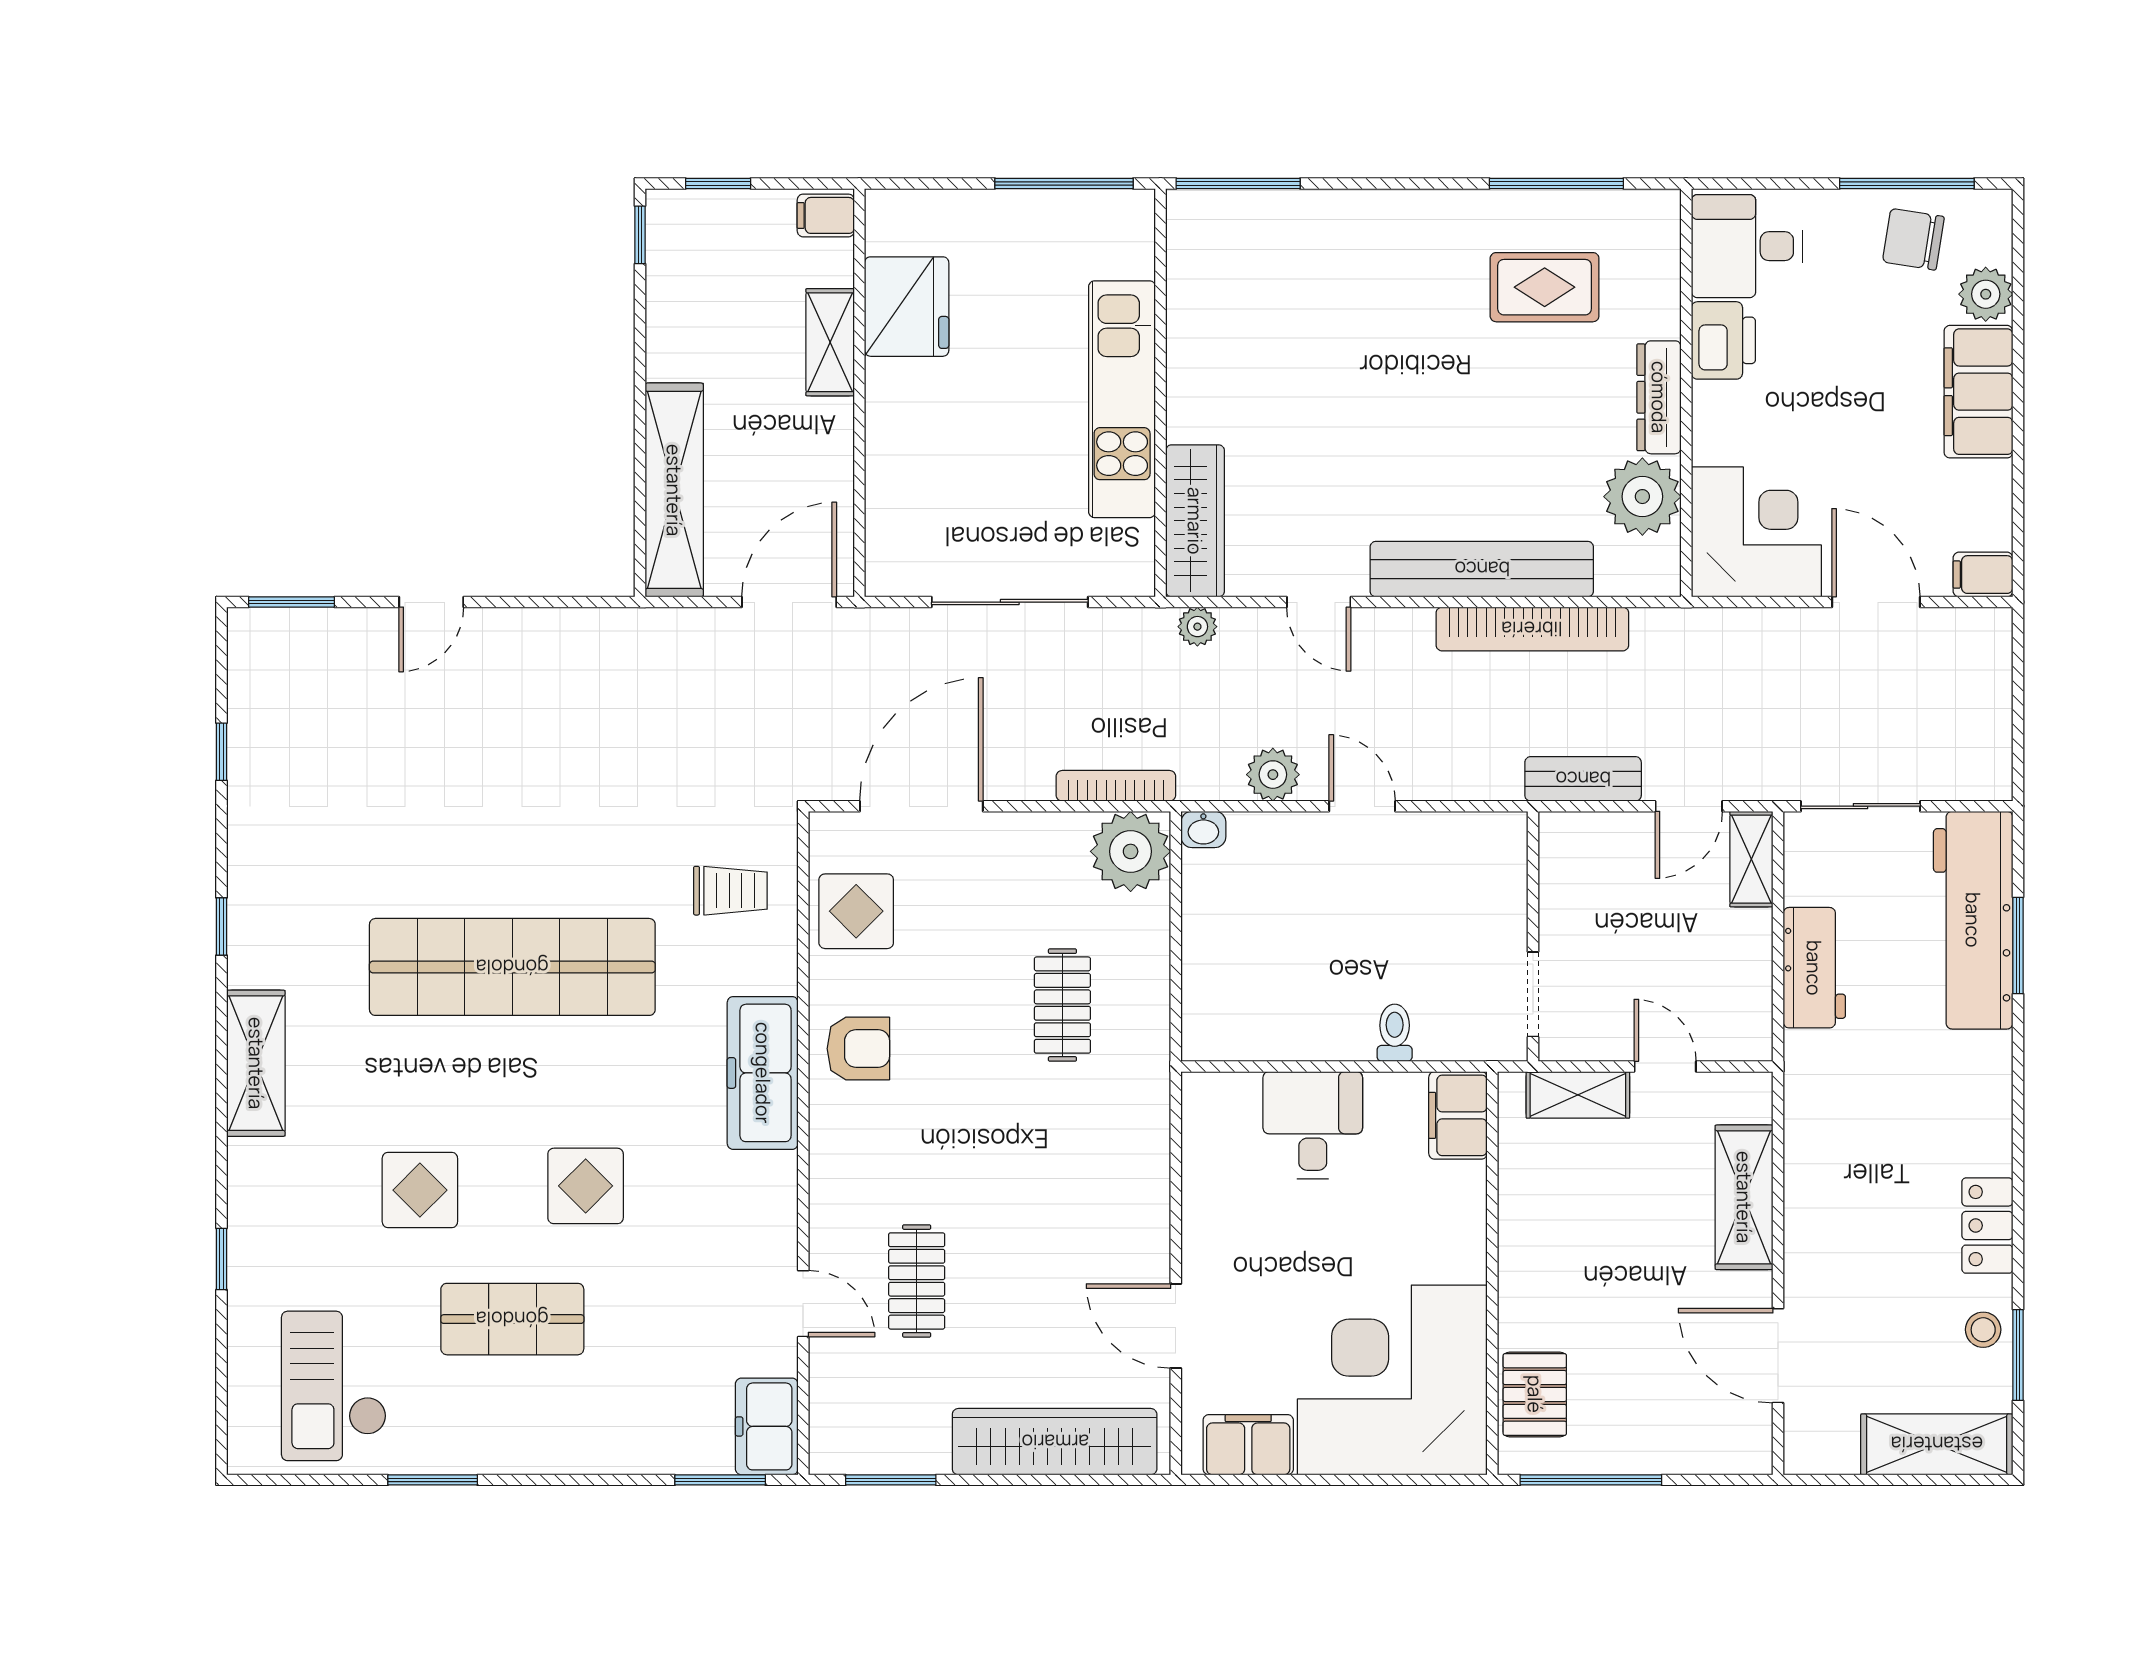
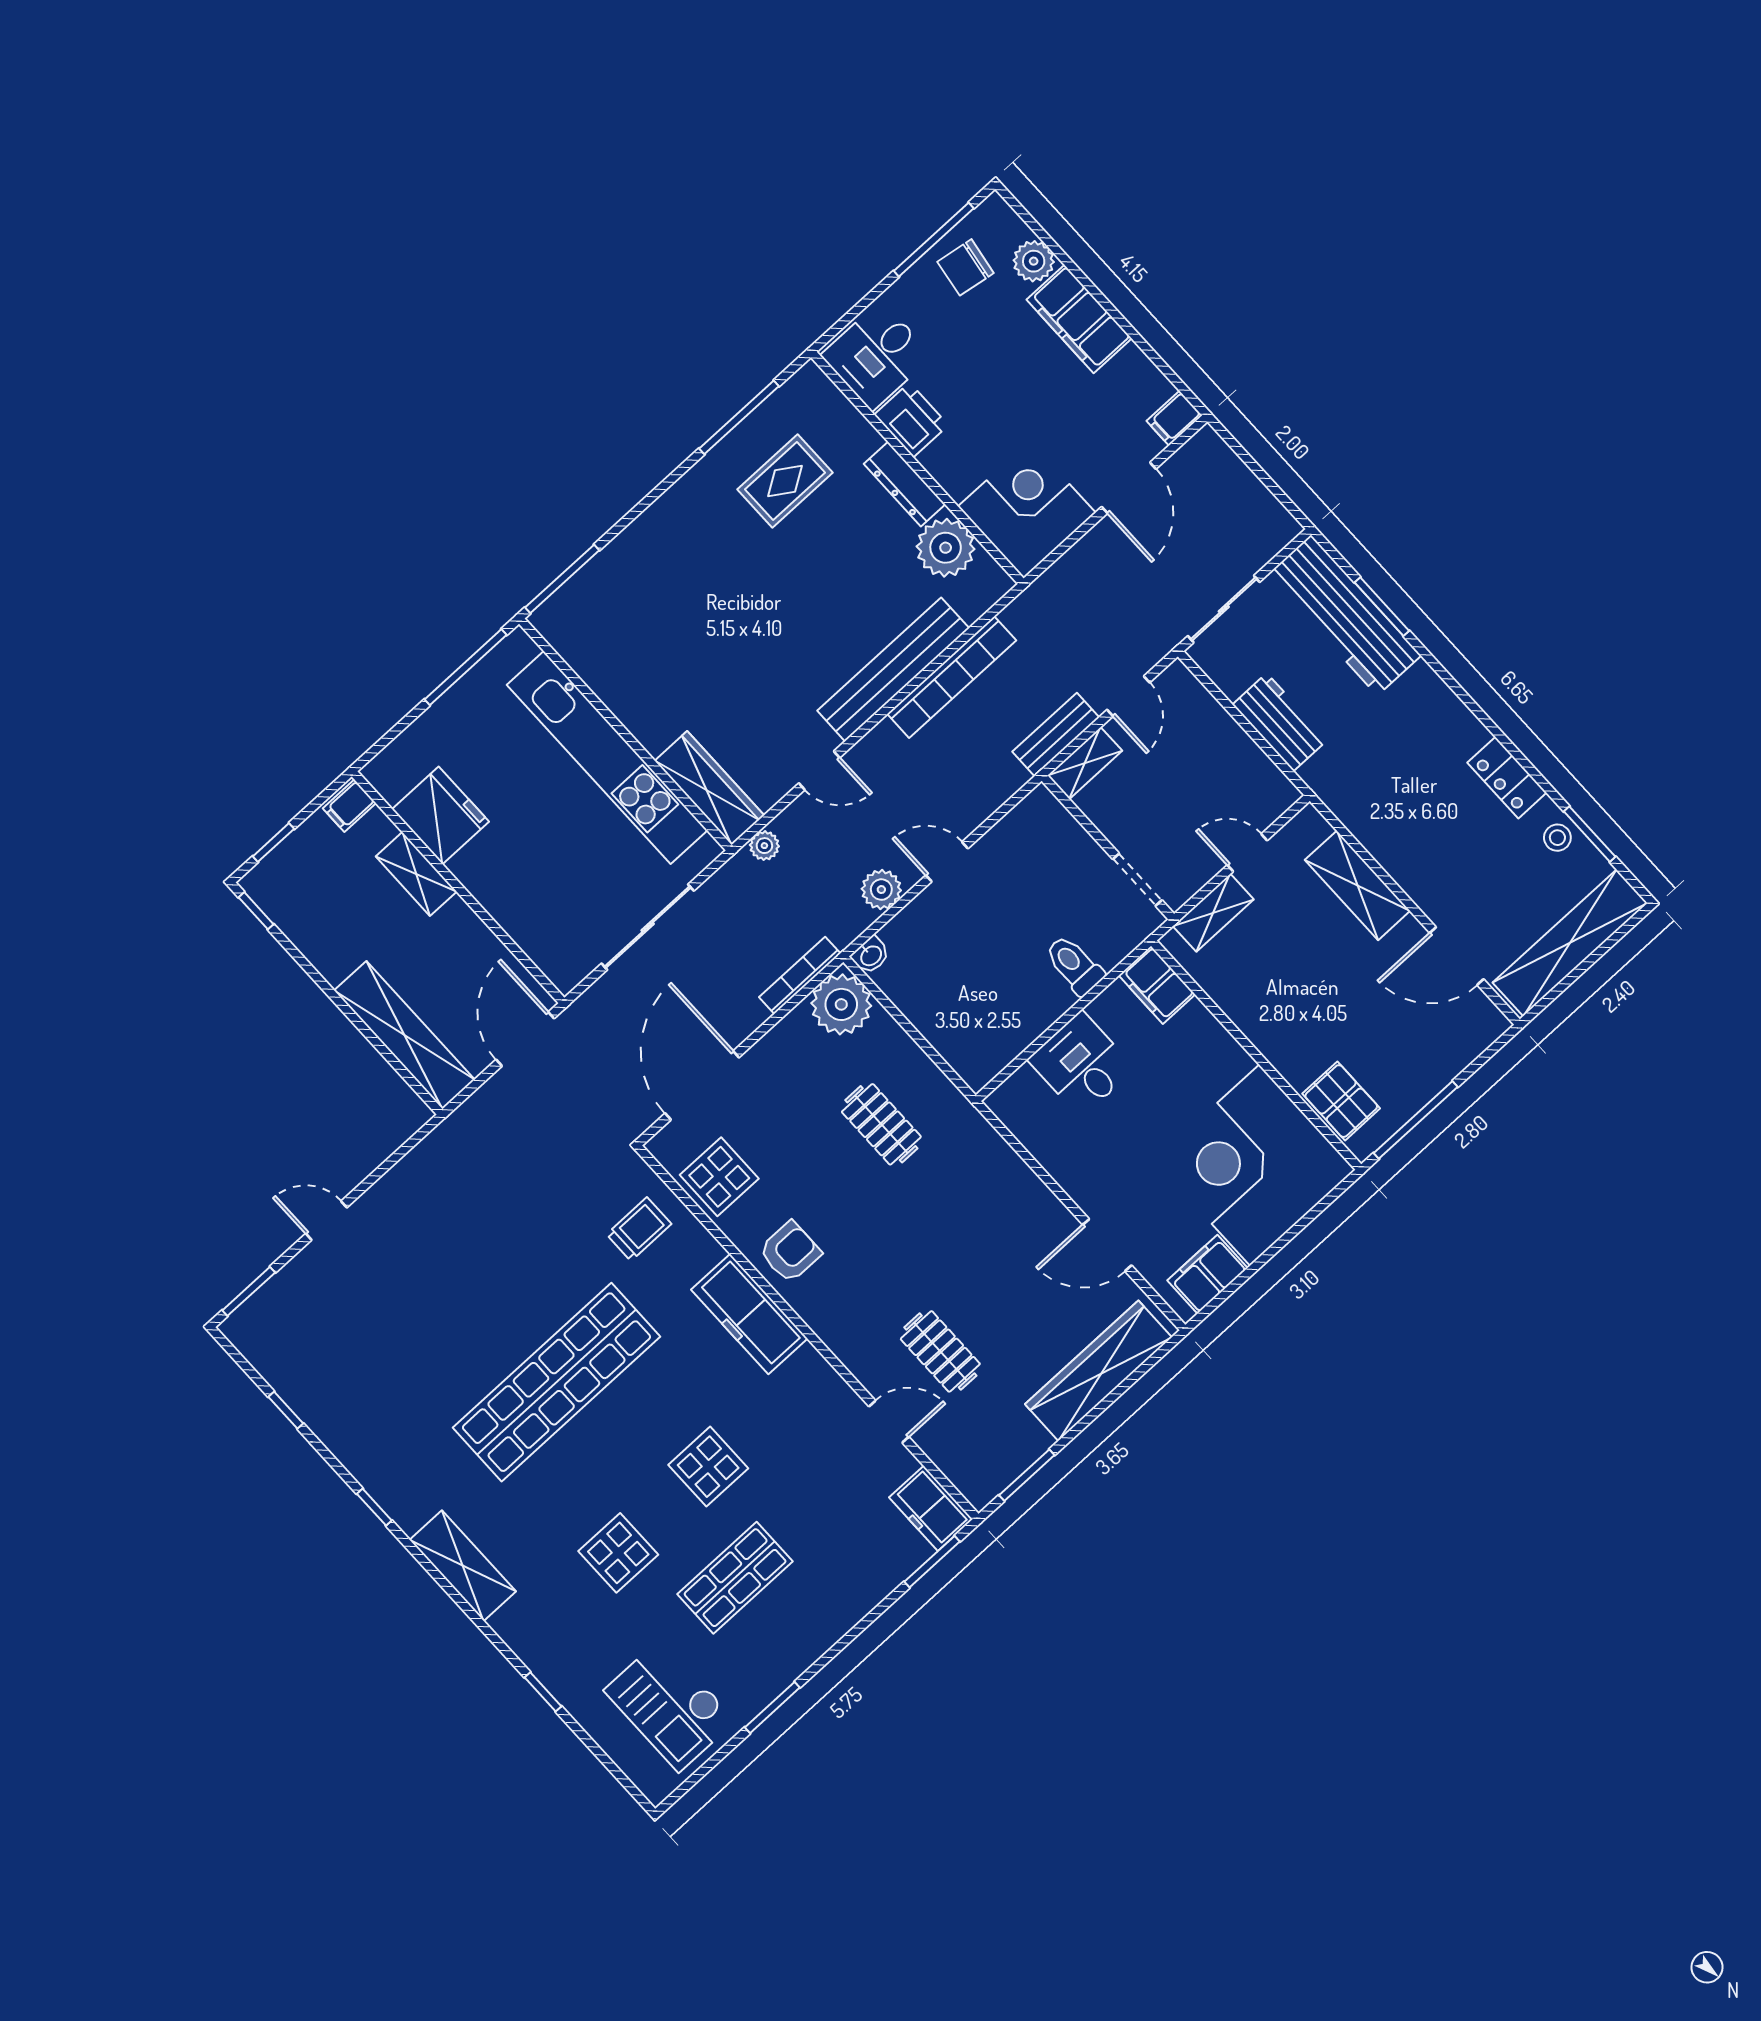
kitchen unit: (1122, 399) -> (607, 758), width x1.36
door: (431, 602) -> (326, 1221), swing flipped
door: (1876, 602) -> (1129, 488), swing flipped
shelving: (1751, 859) -> (1085, 763), moved, turned 90
toilet: (1395, 1033) -> (1074, 965), width x1.37, depth x1.39
shelving: (1937, 1444) -> (1570, 943), width x1.47

